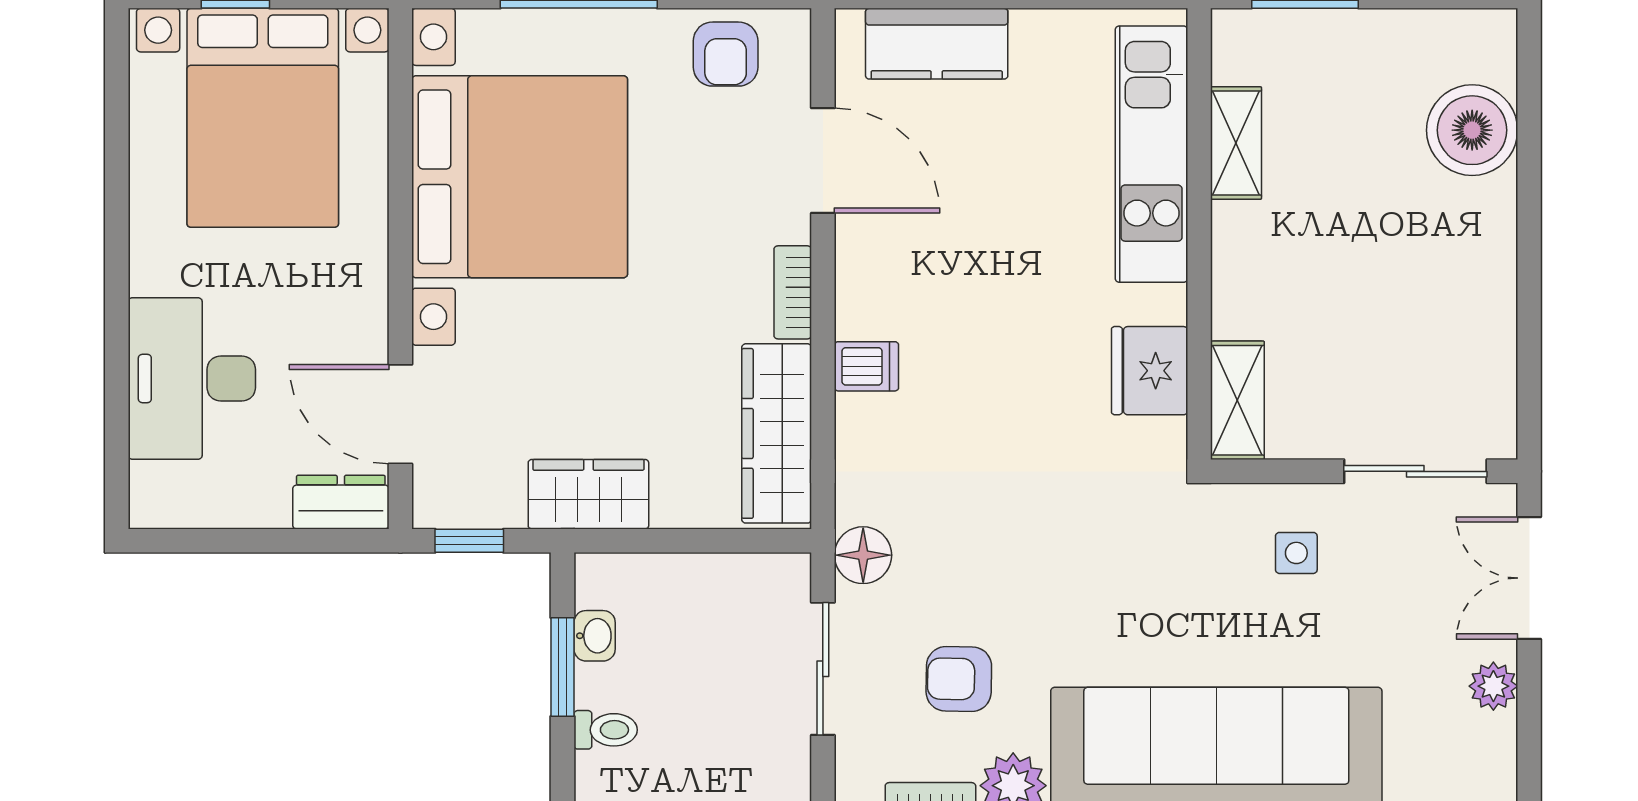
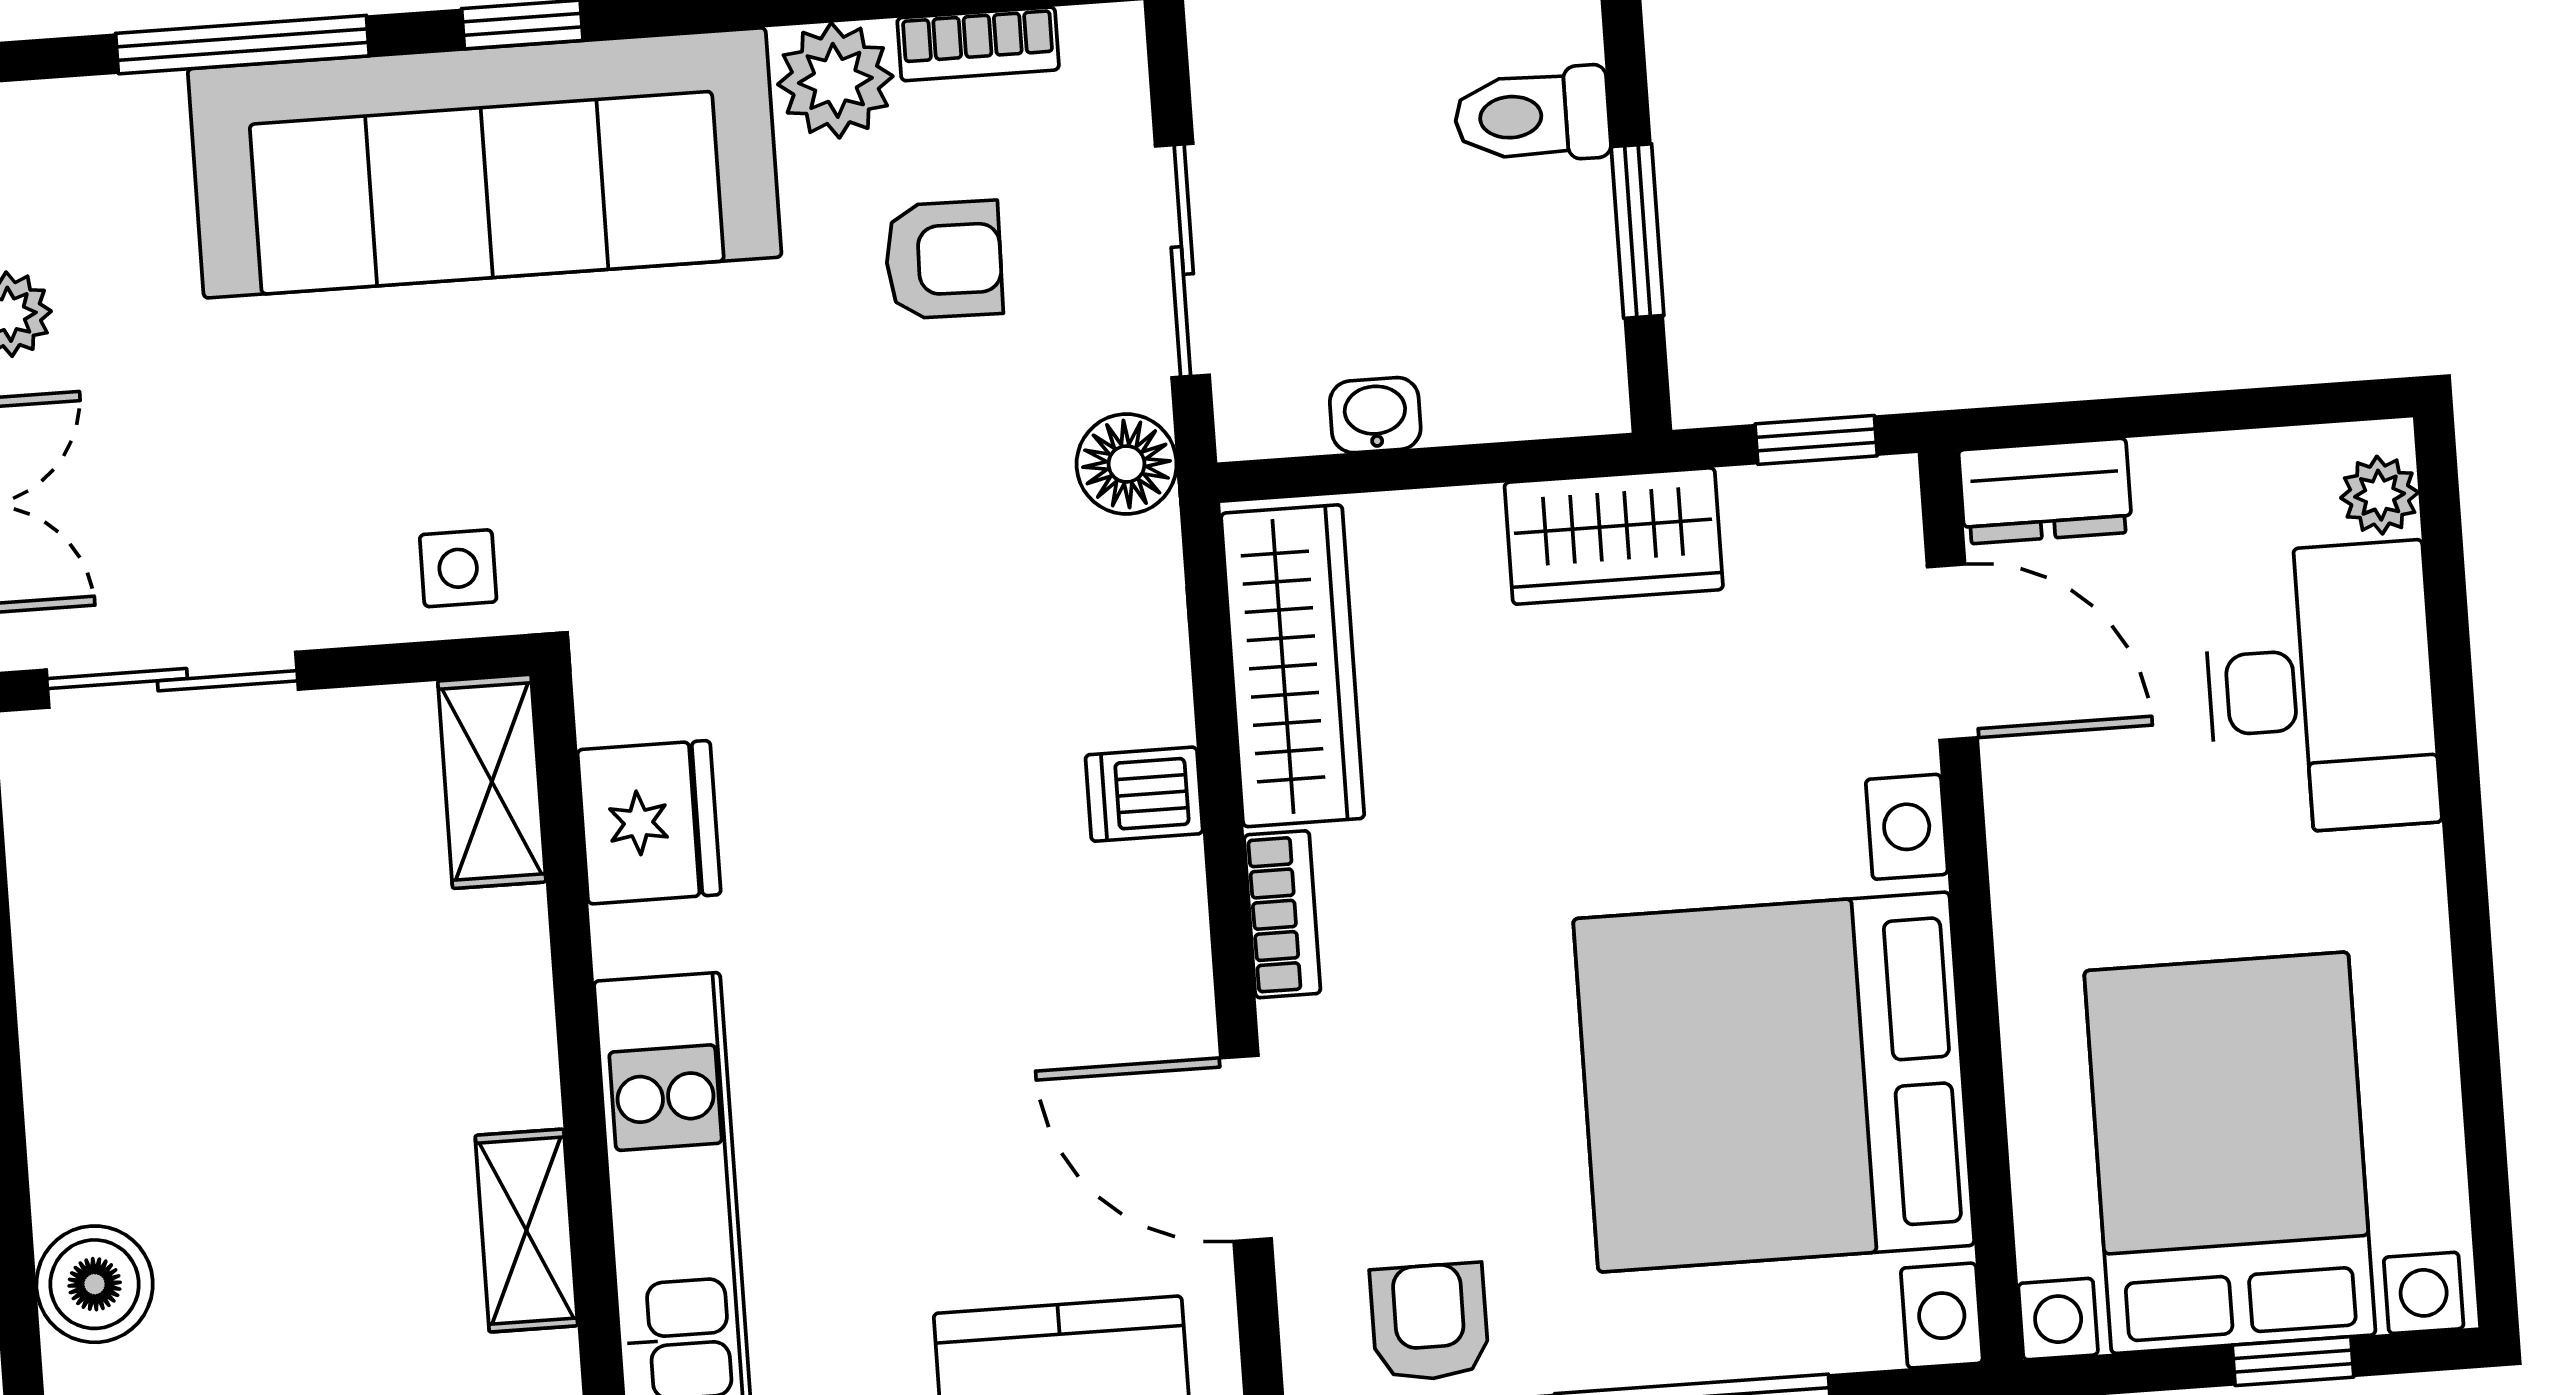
boiler: (1472, 130) -> (95, 1284), width x0.73, depth x0.73
plant: (151, 486) -> (2380, 495), added
side table: (1296, 553) -> (458, 568), moved
washbasin: (595, 636) -> (1375, 415), moved, turned 90
toilet: (606, 730) -> (1532, 116), width x1.37, depth x1.39

